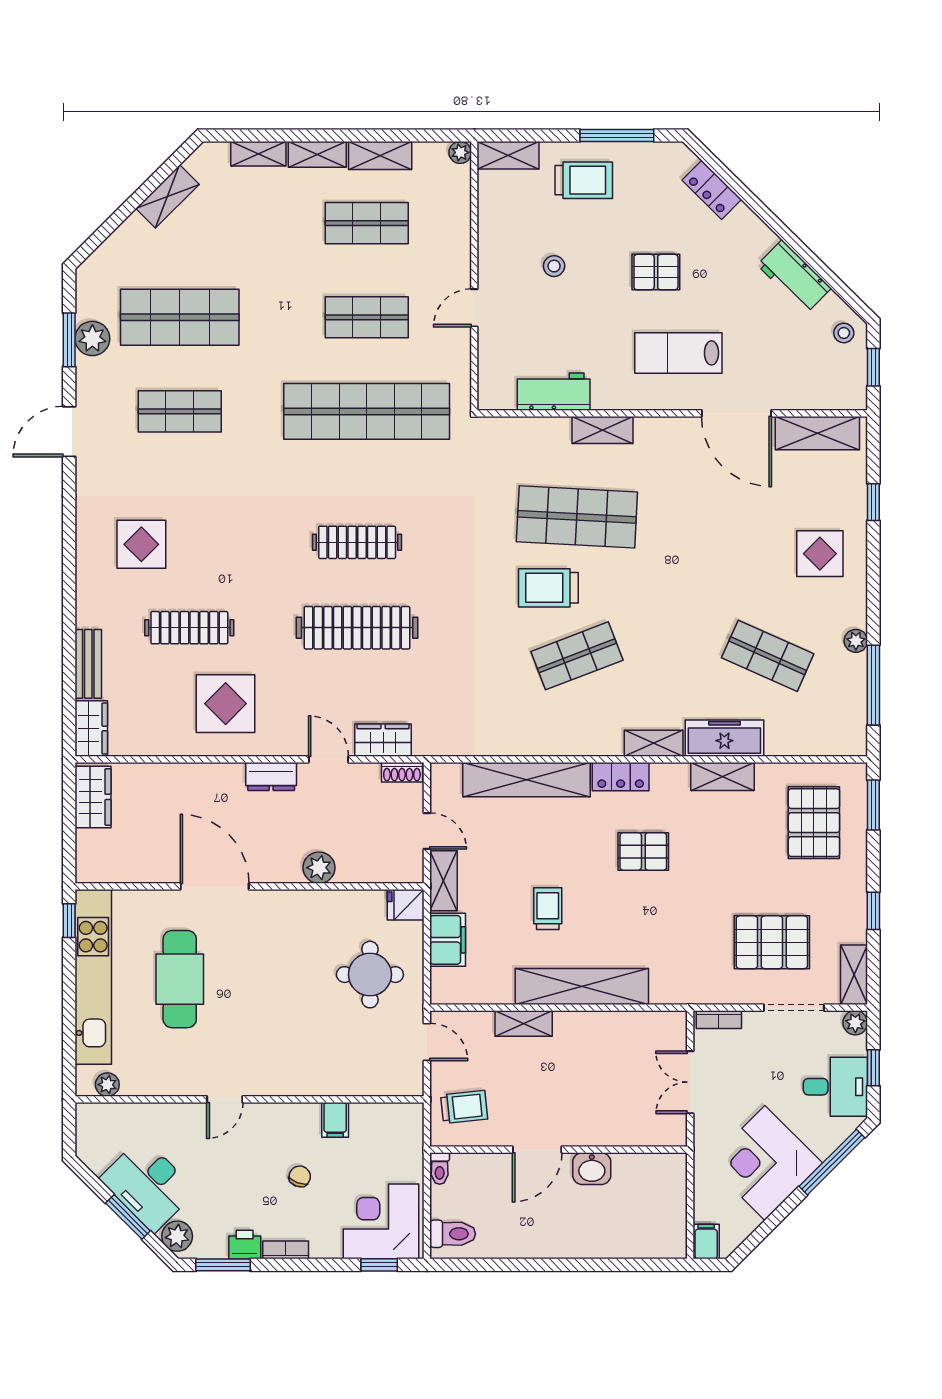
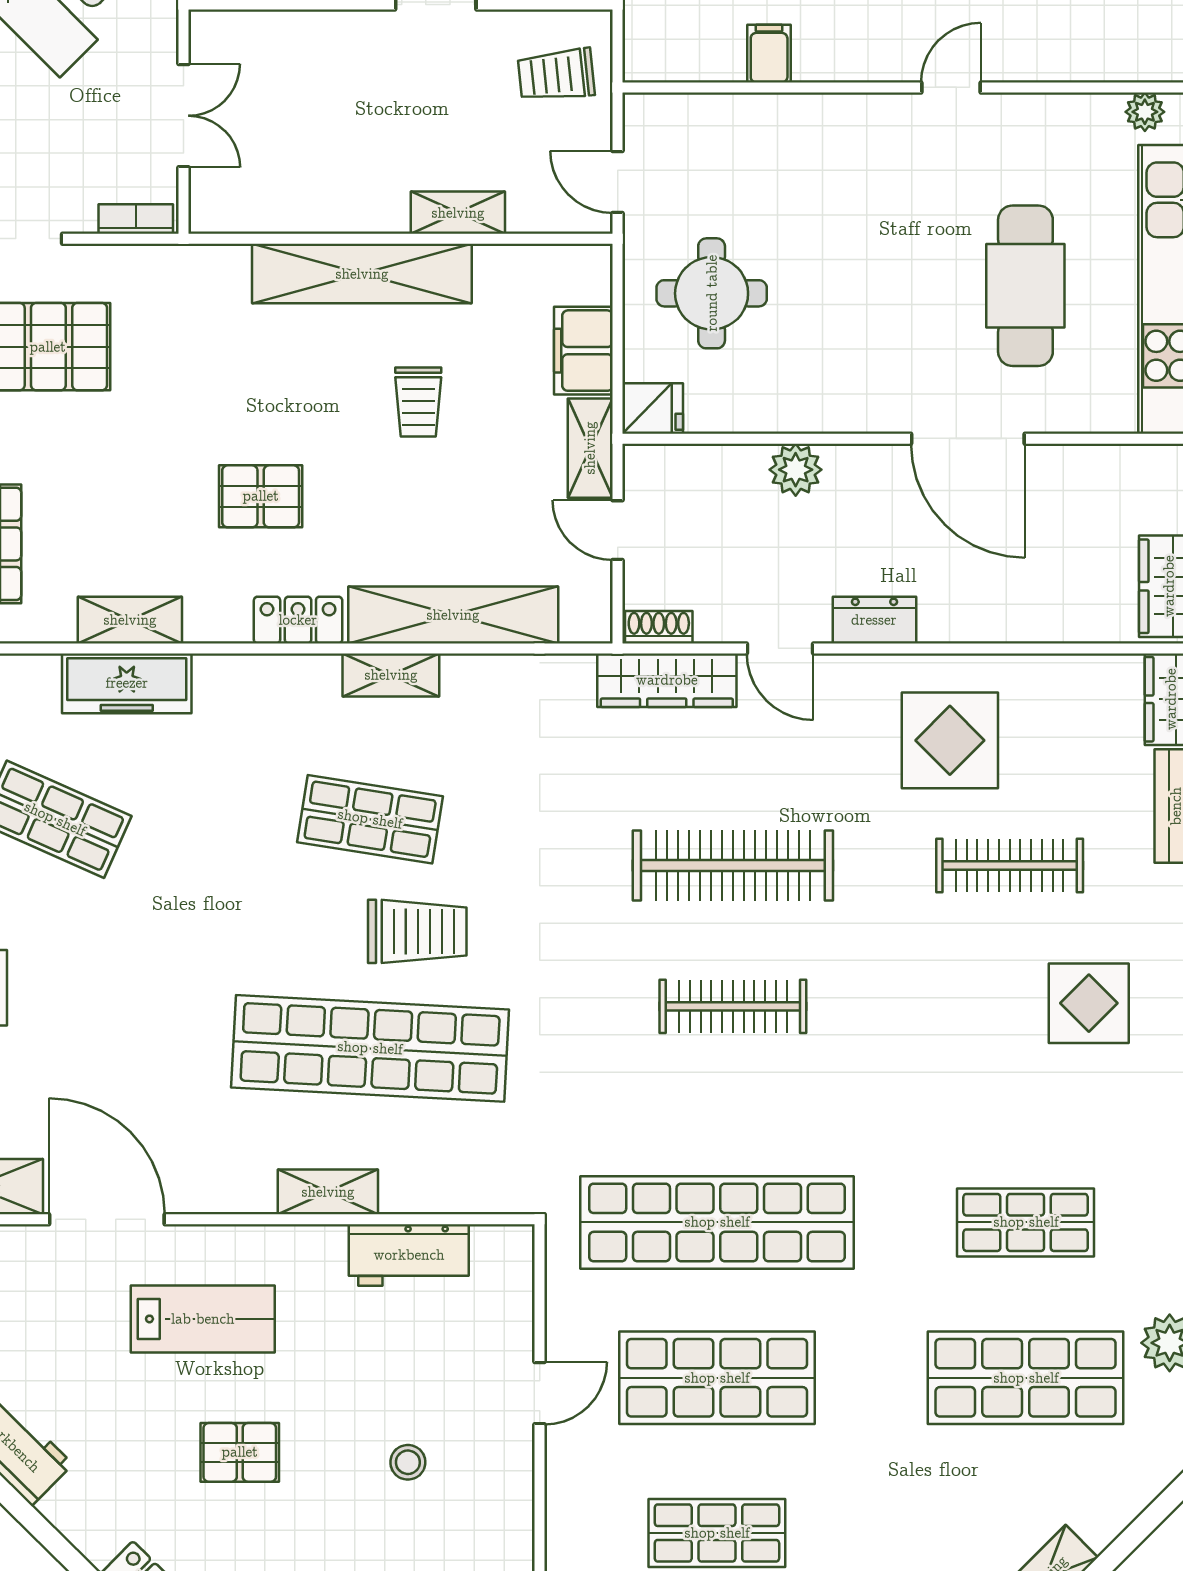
shop shelf: (367, 317) -> (717, 1378), width x1.43, depth x1.36
shop shelf: (577, 517) -> (370, 1048), width x1.40
shop shelf: (577, 656) -> (370, 819), turned 30
wardrobe: (383, 740) -> (667, 680), width x1.50
shelving: (654, 743) -> (391, 675), moved

